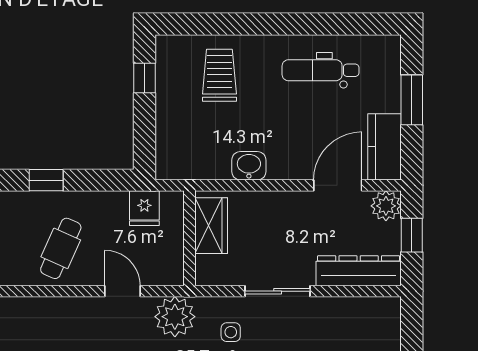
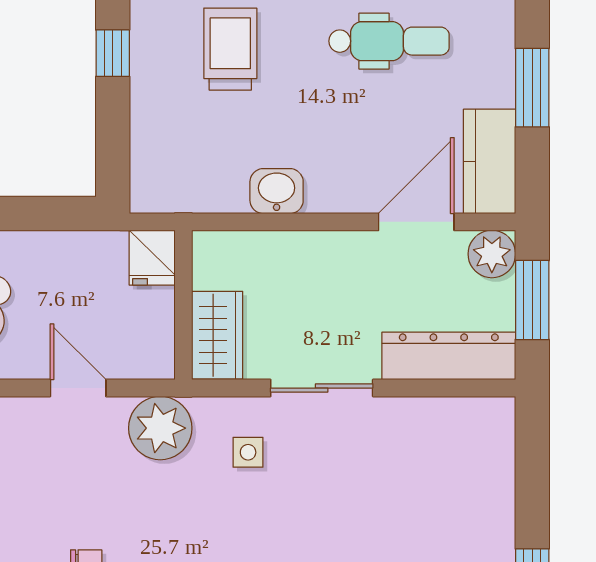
dental chair: (321, 70) -> (389, 41), turned 180
fridge: (144, 208) -> (152, 258), moved
wardrobe: (211, 226) -> (217, 335), moved
window: (412, 235) -> (532, 300), width x1.50

